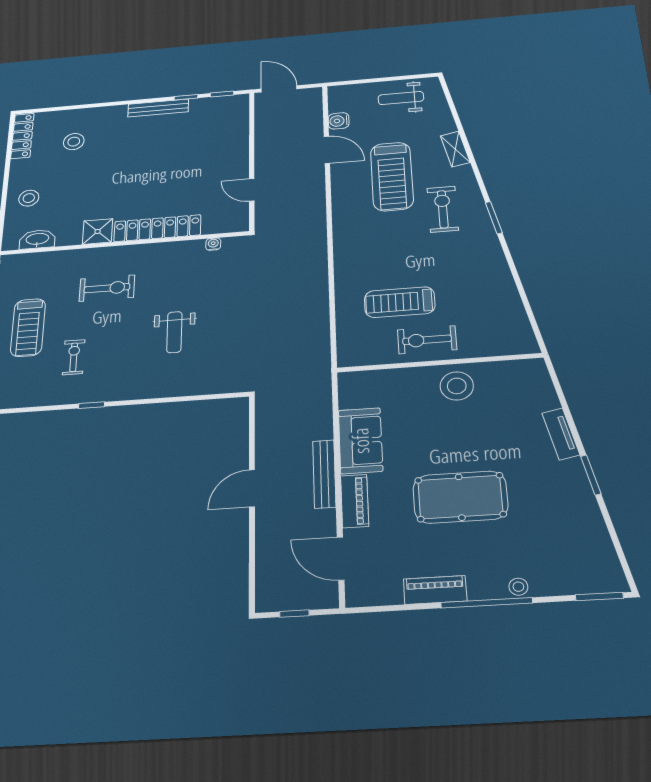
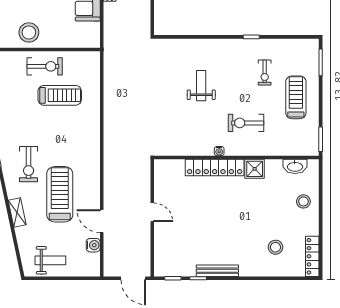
door: (252, 190) -> (152, 212), moved
water cooler: (213, 244) -> (219, 151), moved

